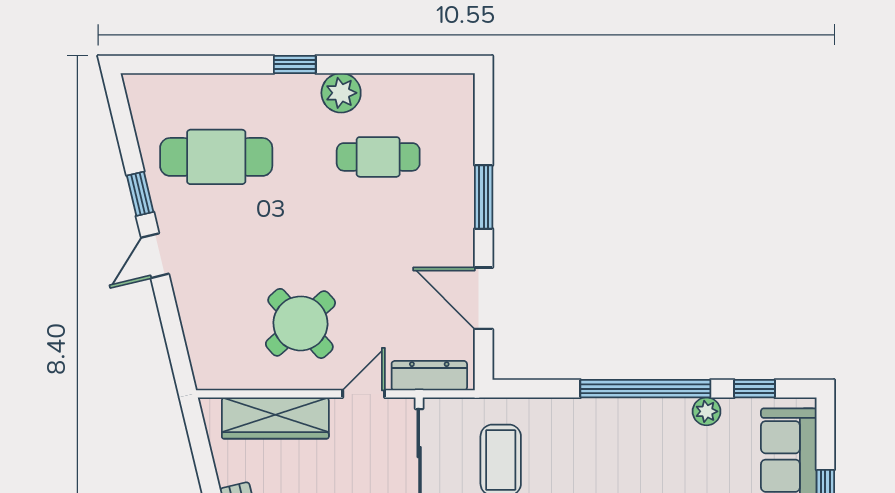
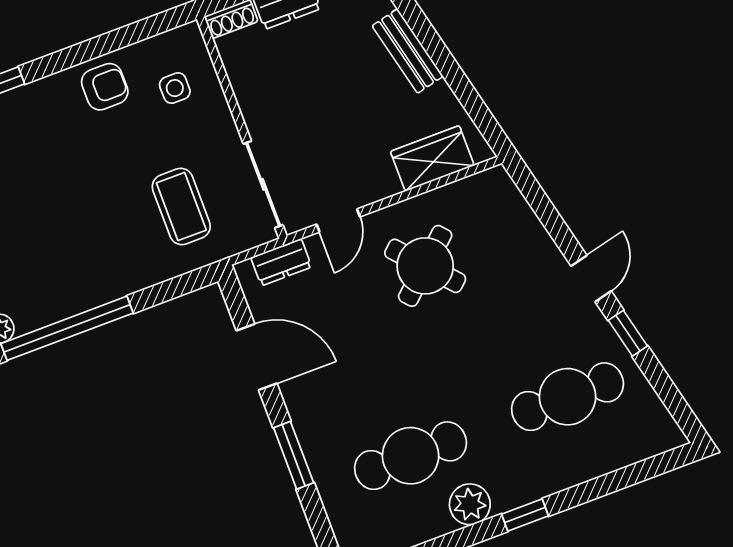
cafe table: (378, 157) -> (411, 456), width x1.37, depth x1.35
dresser: (429, 376) -> (281, 262), width x0.70
wardrobe: (275, 418) -> (432, 158), width x0.67

